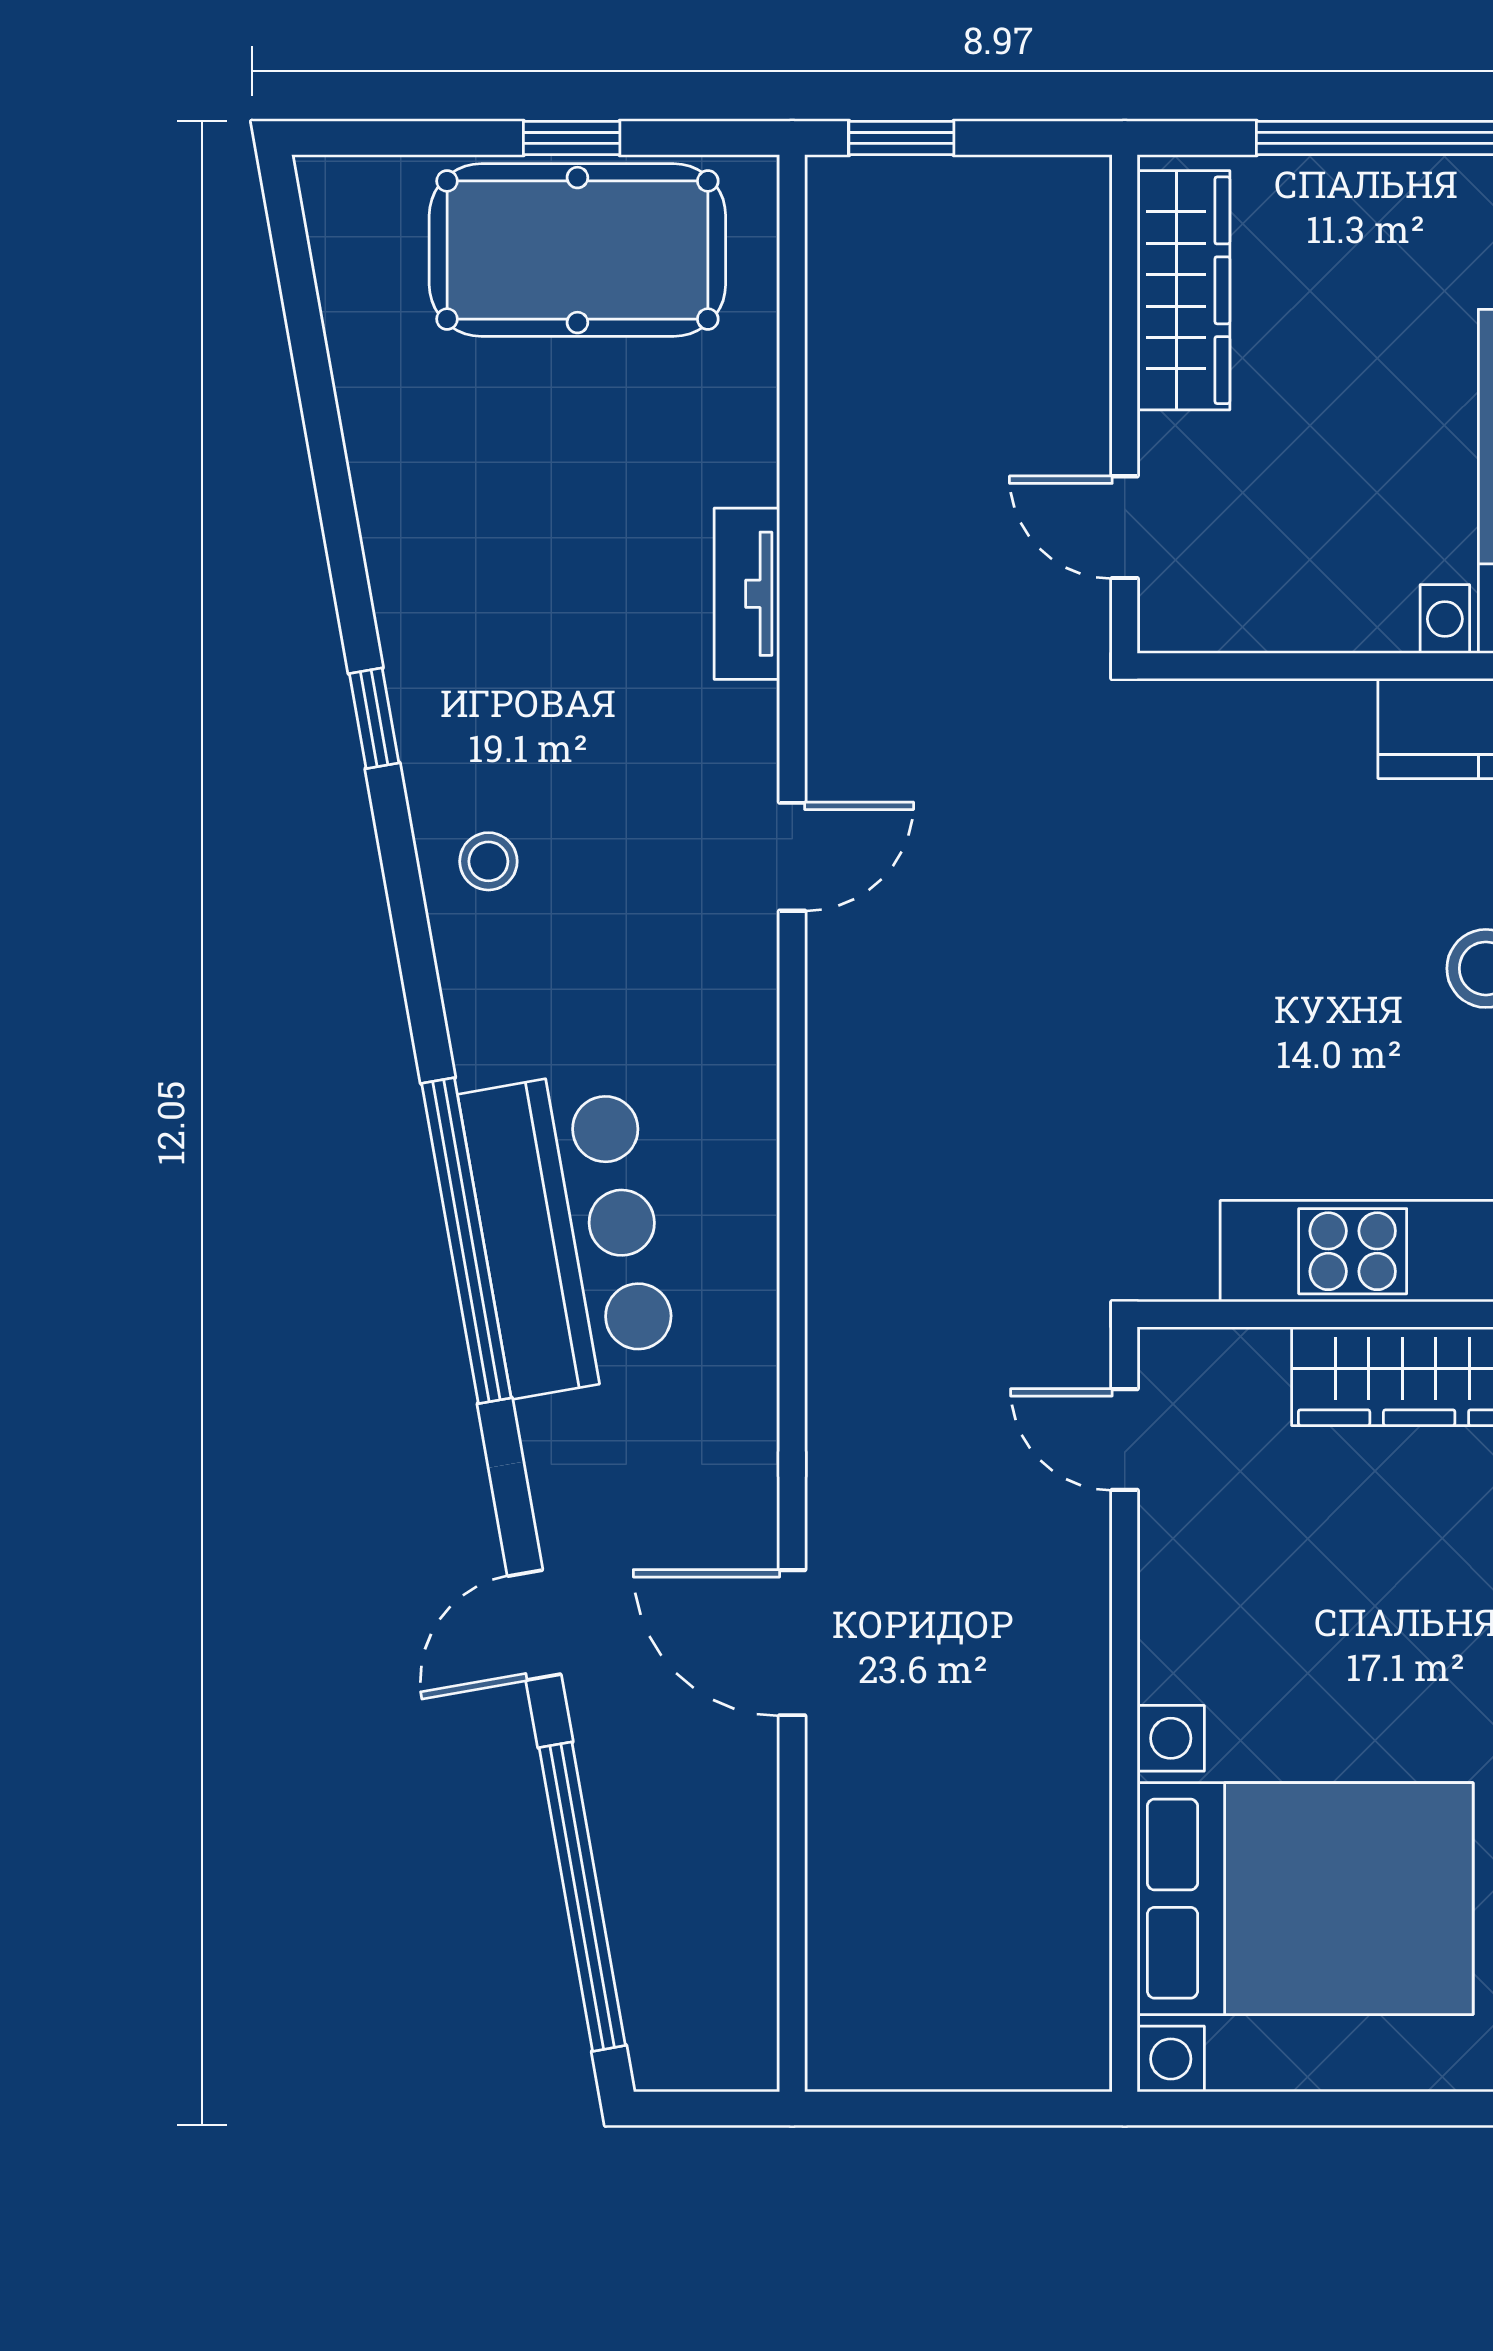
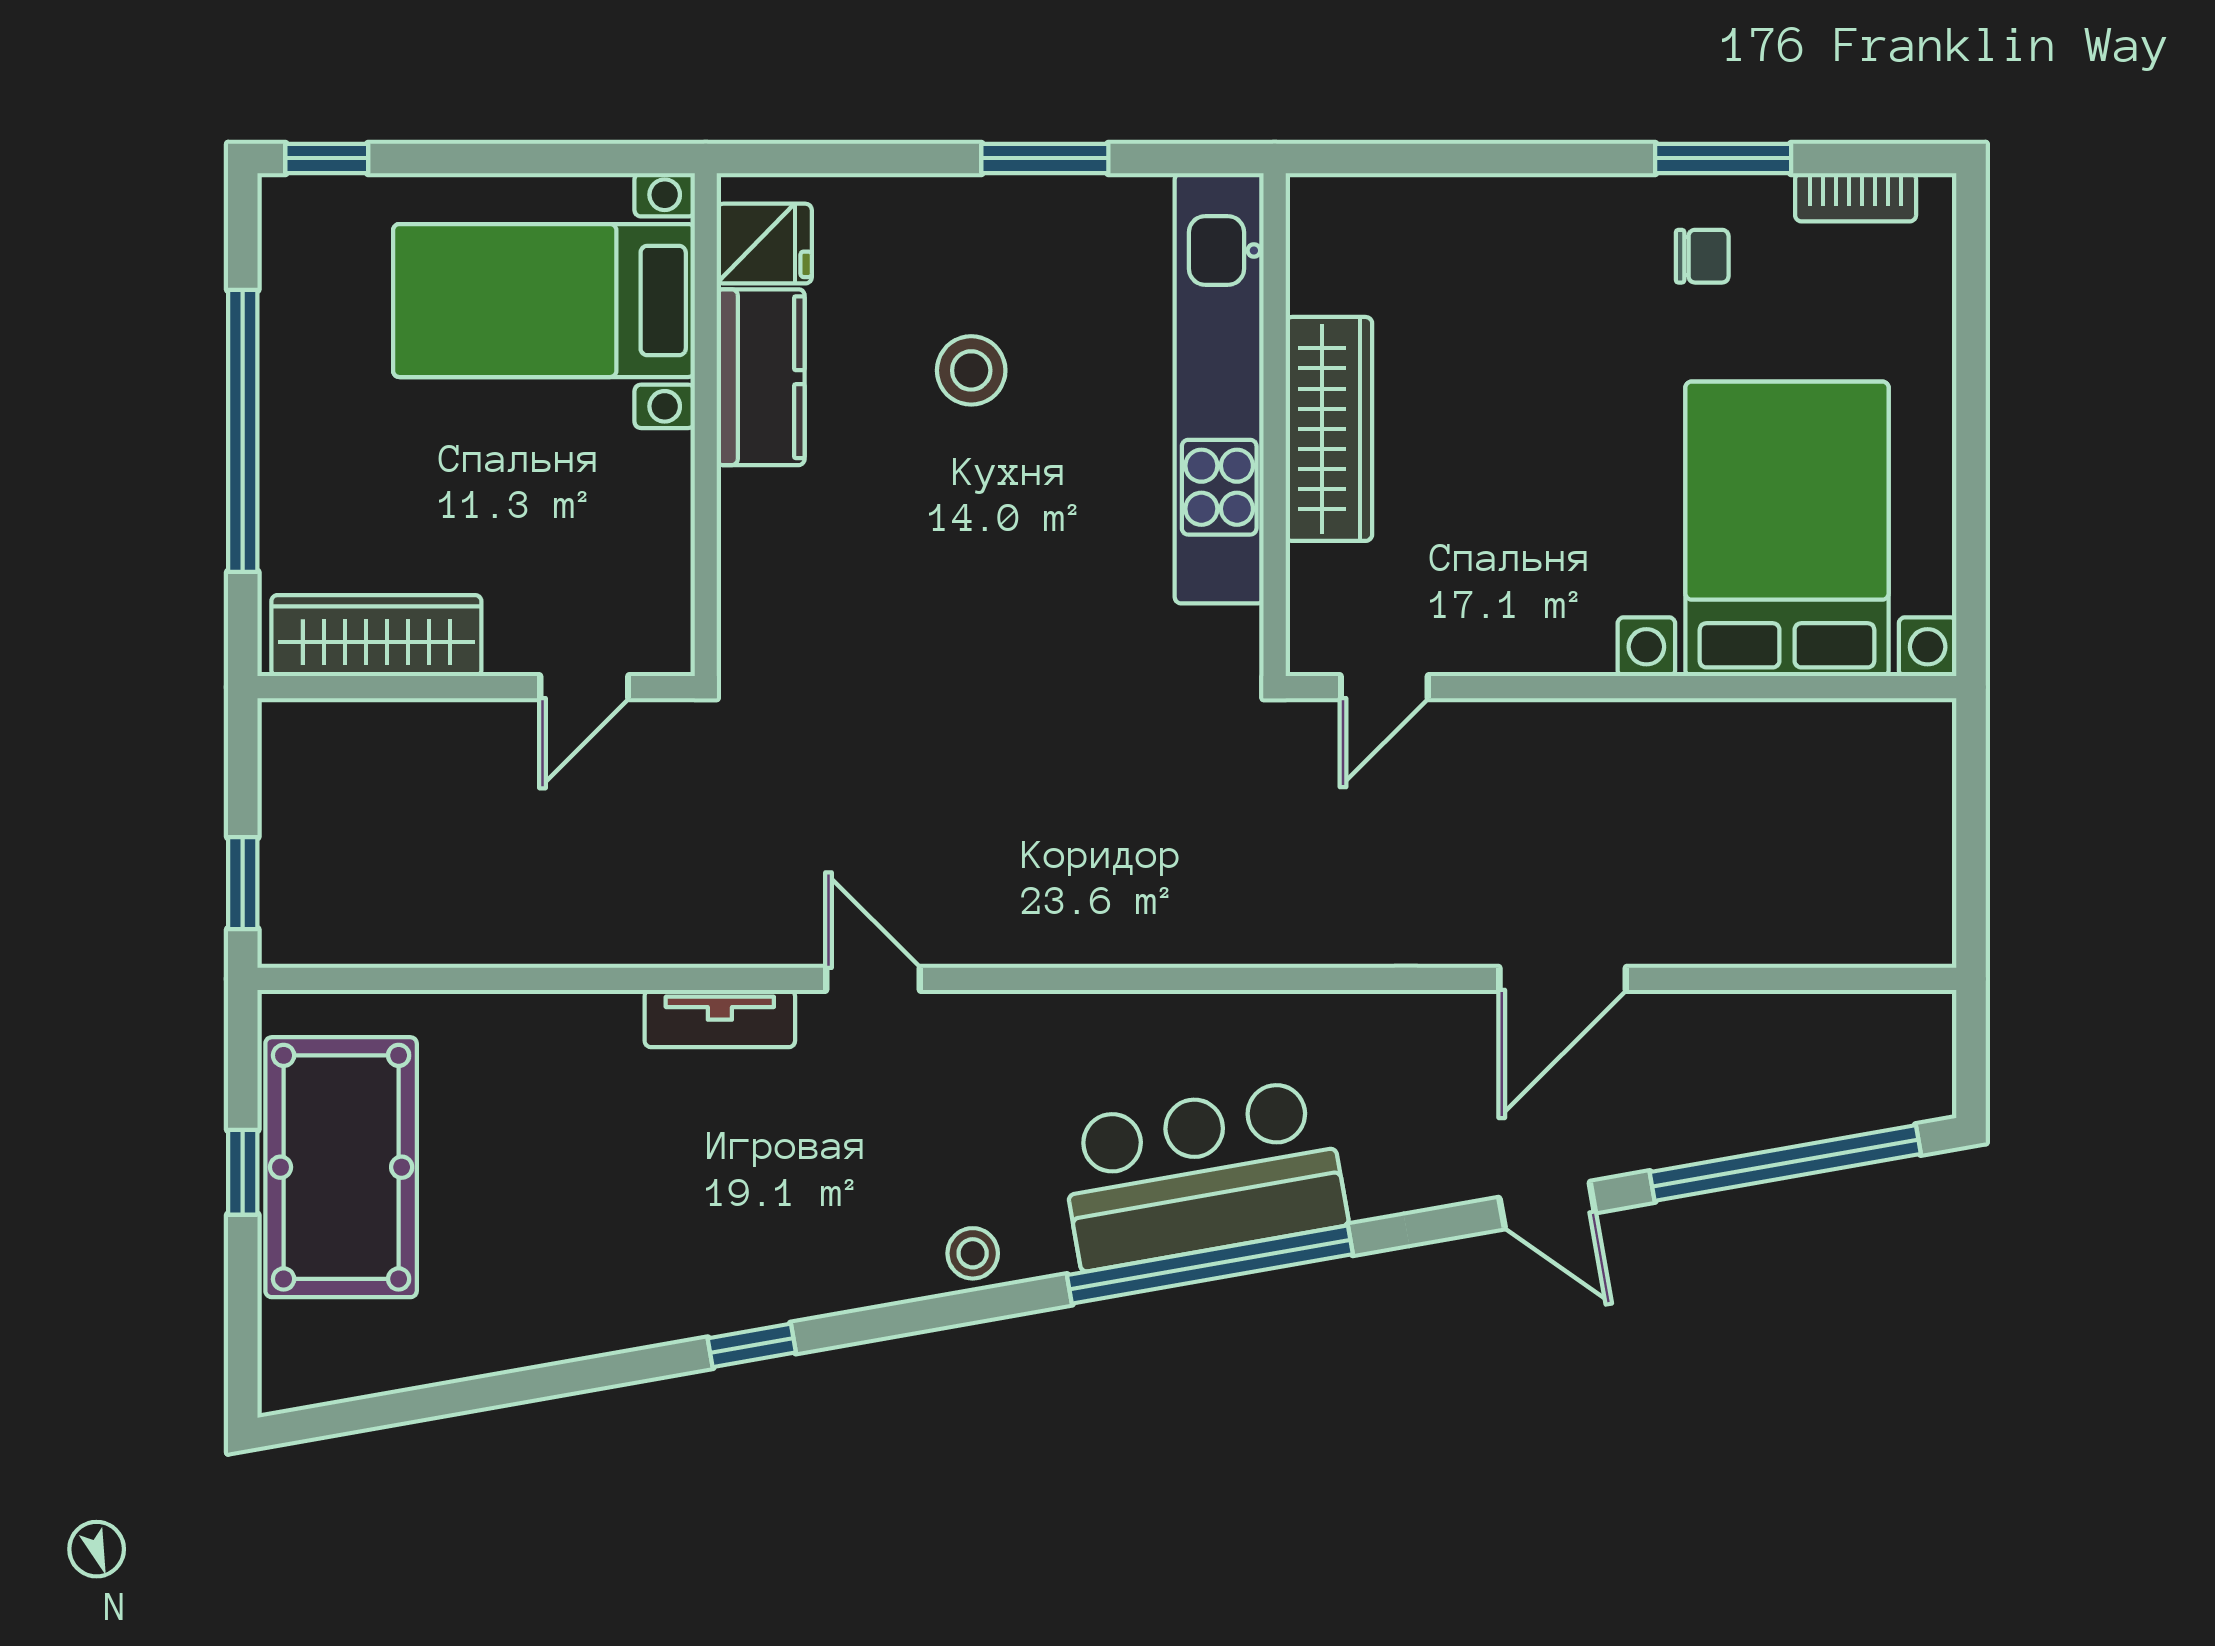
tv unit: (747, 594) -> (720, 1018), moved
stool: (488, 861) -> (973, 1253), moved

